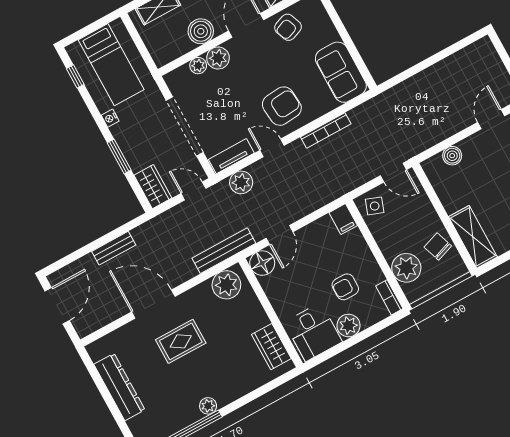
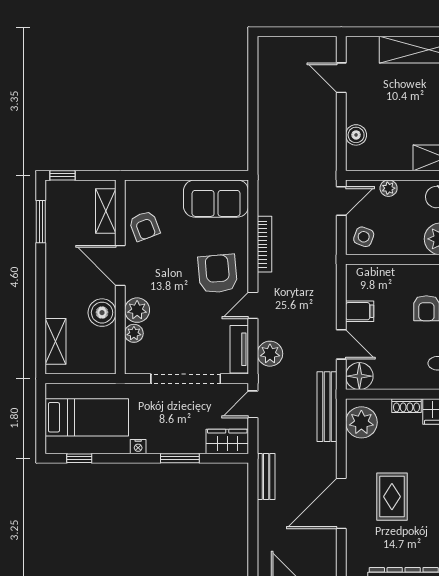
plant: (424, 205) -> (389, 188), added
filing cabinet: (343, 219) -> (360, 311), moved
bench: (114, 248) -> (266, 476), moved
shoe rack: (259, 313) -> (407, 406), added

